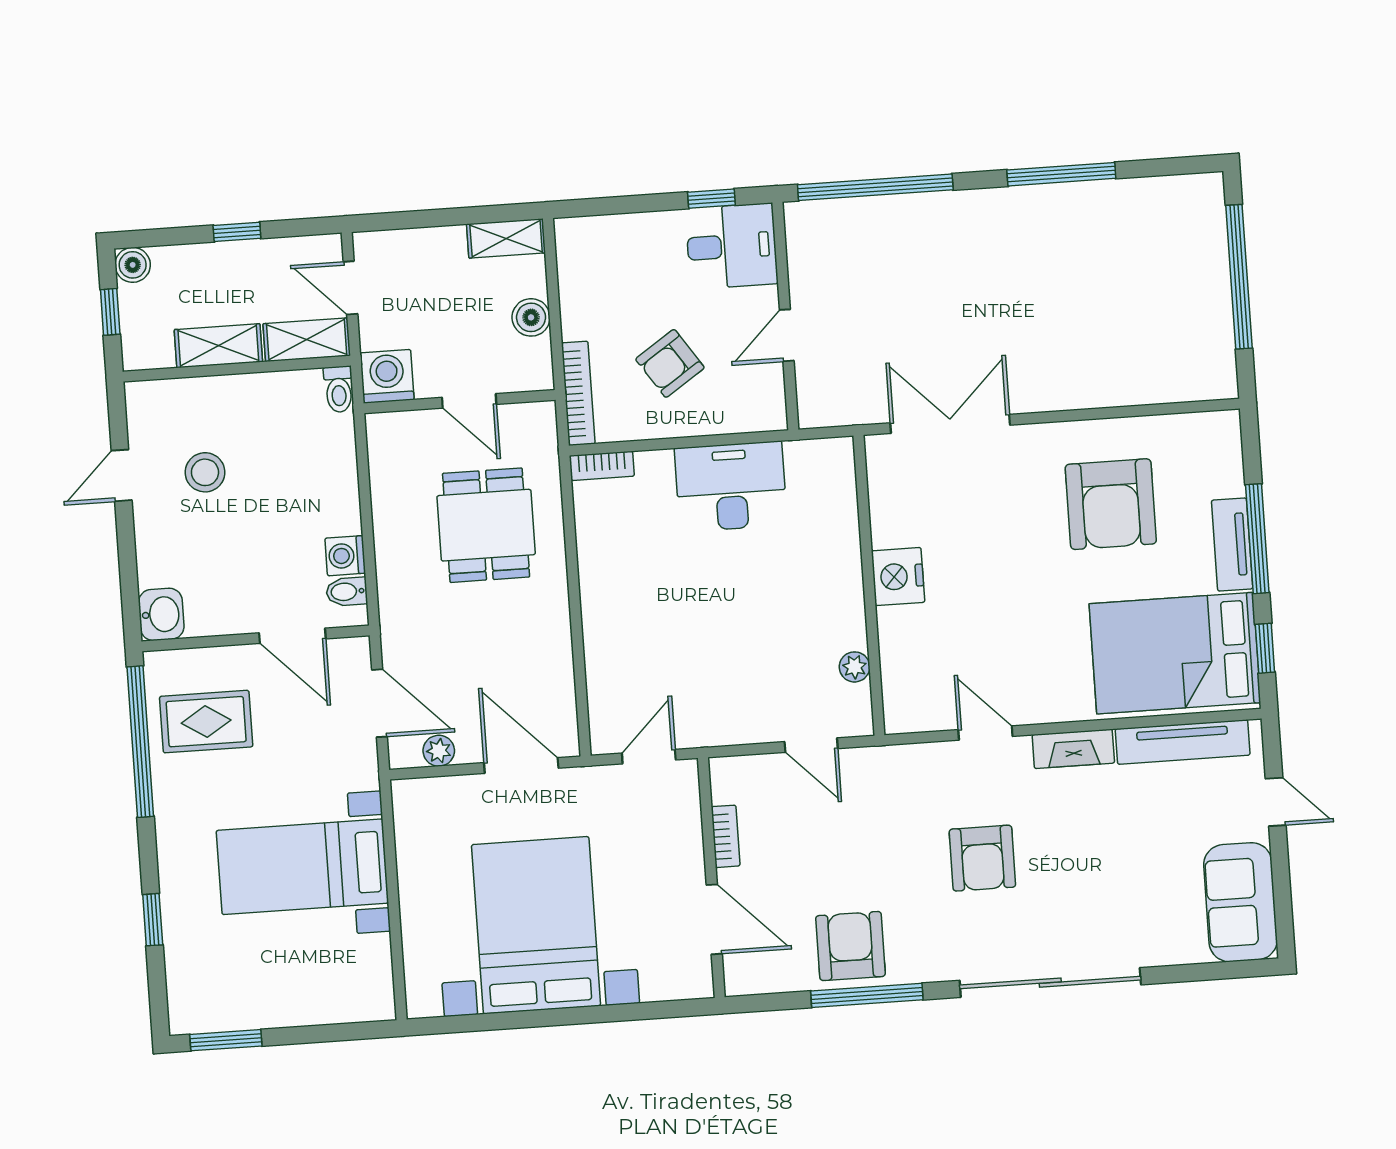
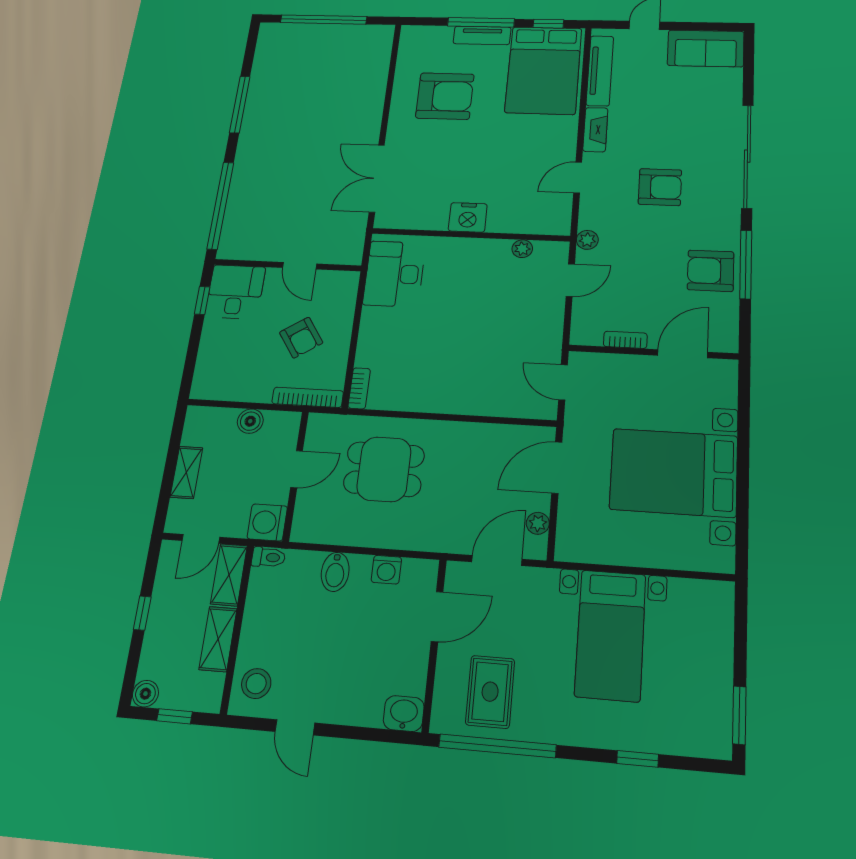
shelving: (506, 238) -> (186, 472), moved
stool: (205, 472) -> (256, 684), moved
desk: (731, 487) -> (394, 274), moved
bidet: (347, 592) -> (335, 572), moved, width x1.38, depth x1.36
plant: (880, 761) -> (587, 240), added

